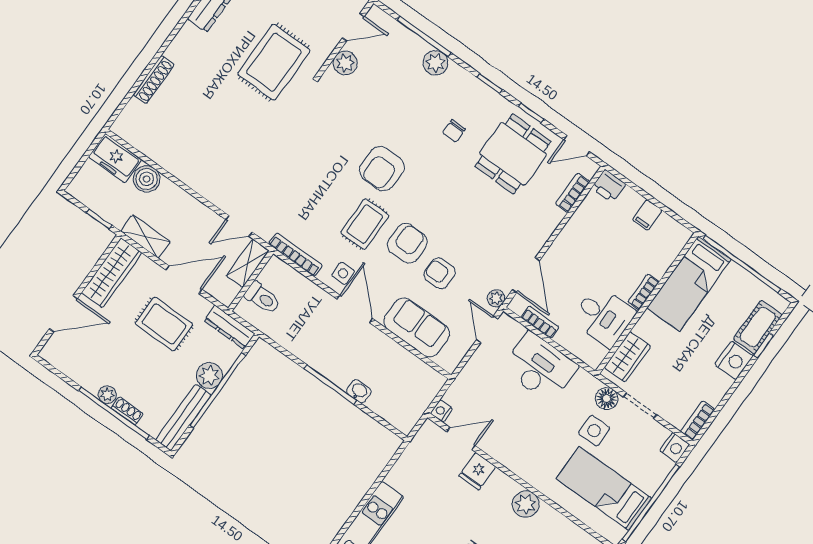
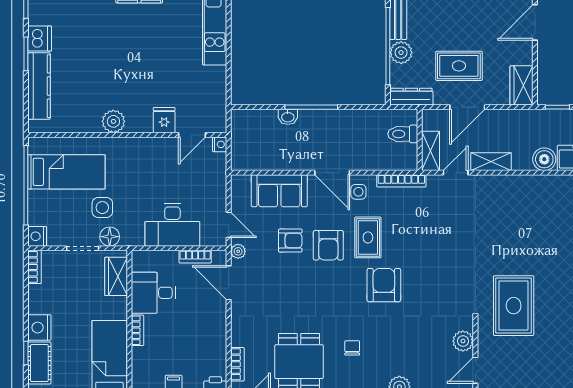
shelving: (146, 237) -> (491, 162), moved
wardrobe: (112, 273) -> (522, 85), width x0.67

